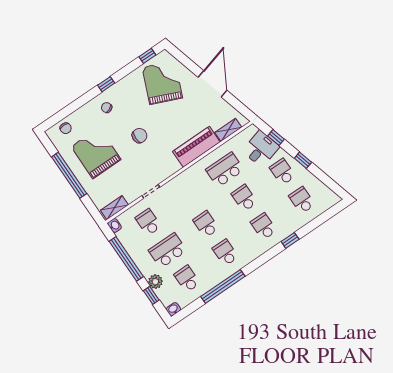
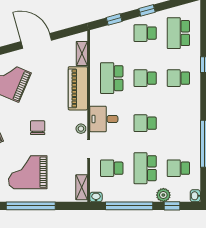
desk: (261, 149) -> (104, 119), moved, turned -75
stool: (164, 173) -> (81, 129), added
school desk: (302, 200) -> (178, 33), width x1.85
school desk: (225, 253) -> (178, 123), removed

